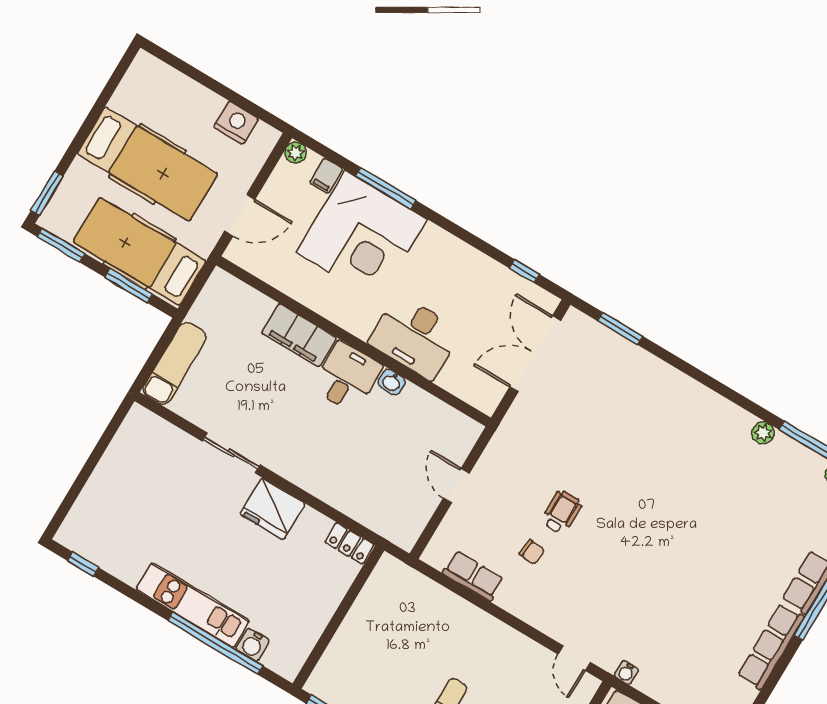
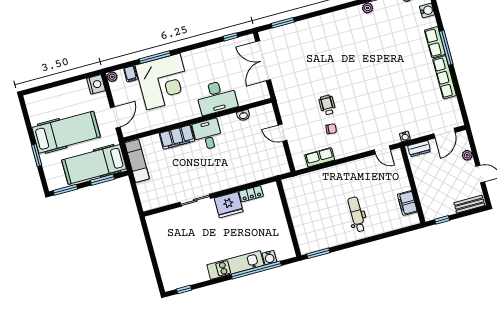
nightstand: (236, 123) -> (96, 84), moved, turned 90
window: (47, 193) -> (37, 155), moved
exam couch: (175, 363) -> (137, 161), moved
washbasin: (392, 382) -> (243, 115), moved
locker: (349, 543) -> (251, 194), moved

